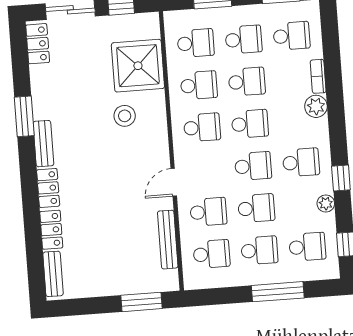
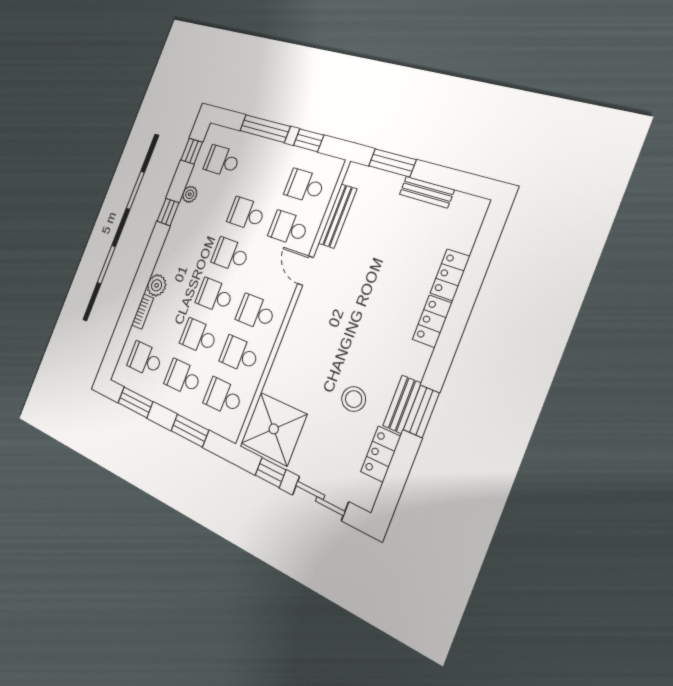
locker: (38, 44) -> (381, 454), moved
shower: (138, 66) -> (274, 429), moved
stool: (125, 116) -> (354, 399), moved
bench: (43, 144) -> (402, 404), moved
school desk: (301, 162) -> (191, 240), removed
door: (174, 182) -> (306, 271), swing flipped
school desk: (259, 250) -> (262, 173), removed
bench: (53, 274) -> (427, 192), moved, turned 90
window: (228, 295) -> (309, 140), added

